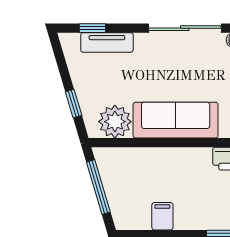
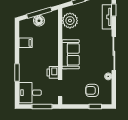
sofa: (176, 120) -> (71, 54), width x0.73
floor lamp: (115, 188) -> (39, 21), added

